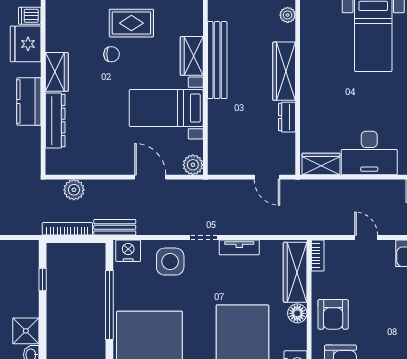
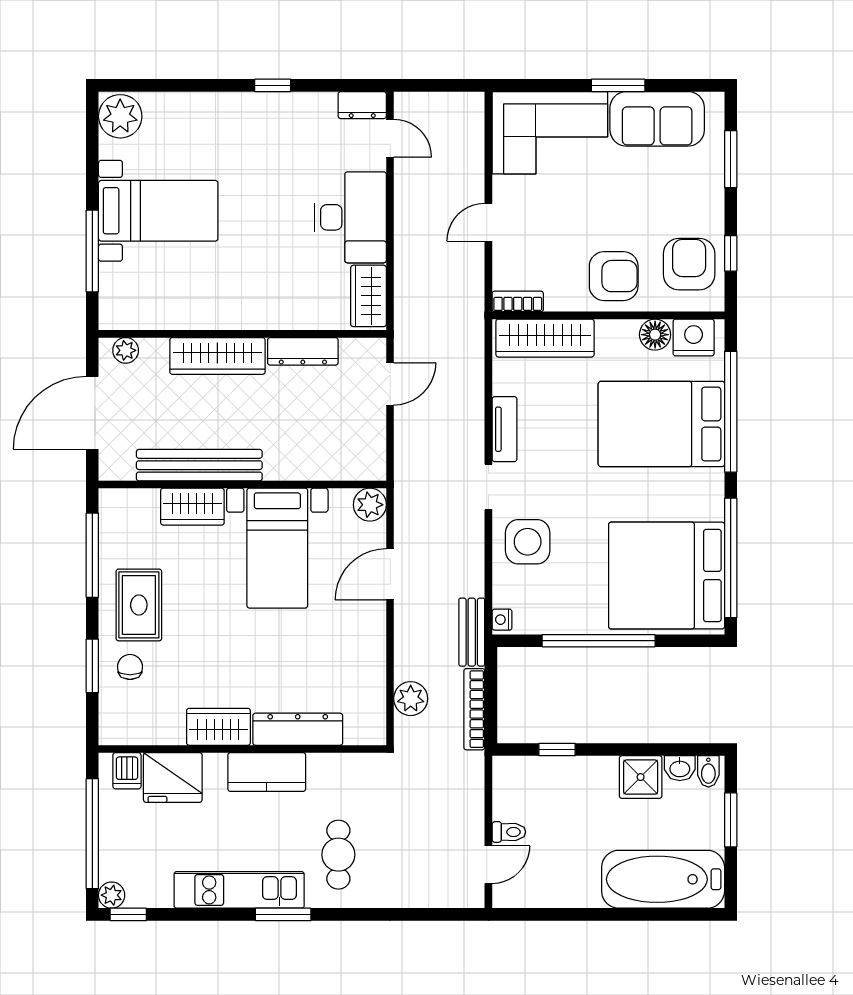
chair: (112, 54) -> (130, 667), moved
dresser: (287, 117) -> (303, 351), width x1.44
nightstand: (128, 251) -> (502, 620), width x0.53, depth x0.56
floor lamp: (297, 313) -> (655, 335), moved

